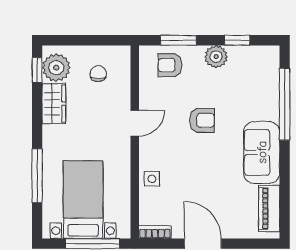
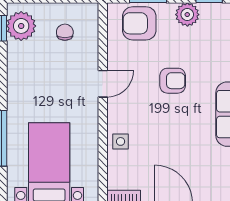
armchair: (170, 65) -> (139, 23), width x1.38, depth x1.38
wardrobe: (54, 104) -> (19, 63), removed

